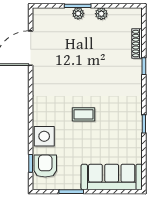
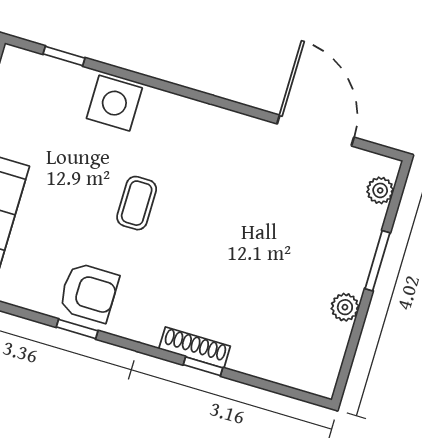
plant: (78, 13) -> (380, 190), moved
shoe rack: (137, 44) -> (195, 348), moved
armchair: (45, 166) -> (89, 293), moved

